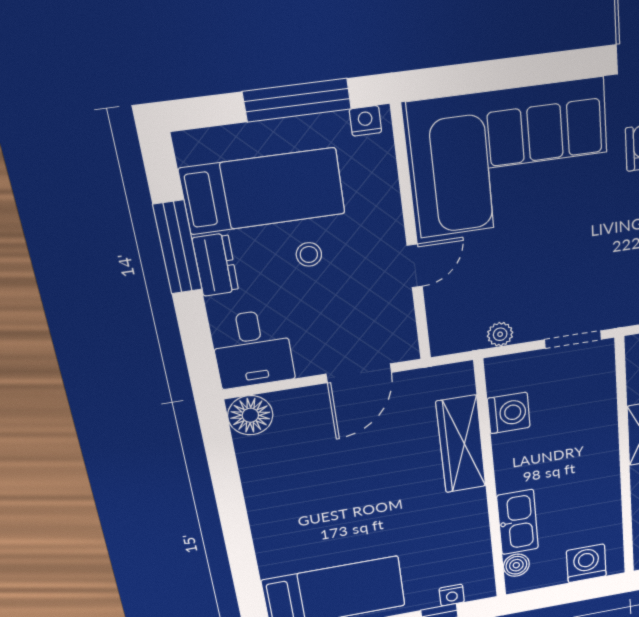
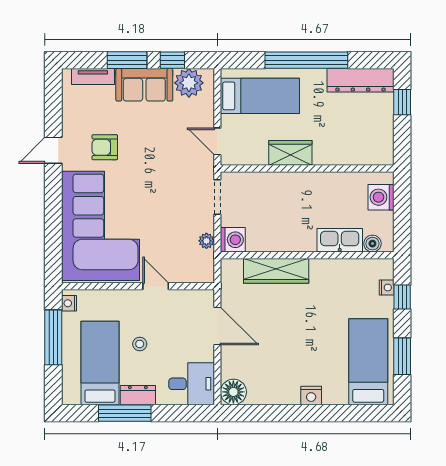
washing machine: (509, 413) -> (233, 240), moved, turned 90
nightstand: (266, 527) -> (311, 396), added

